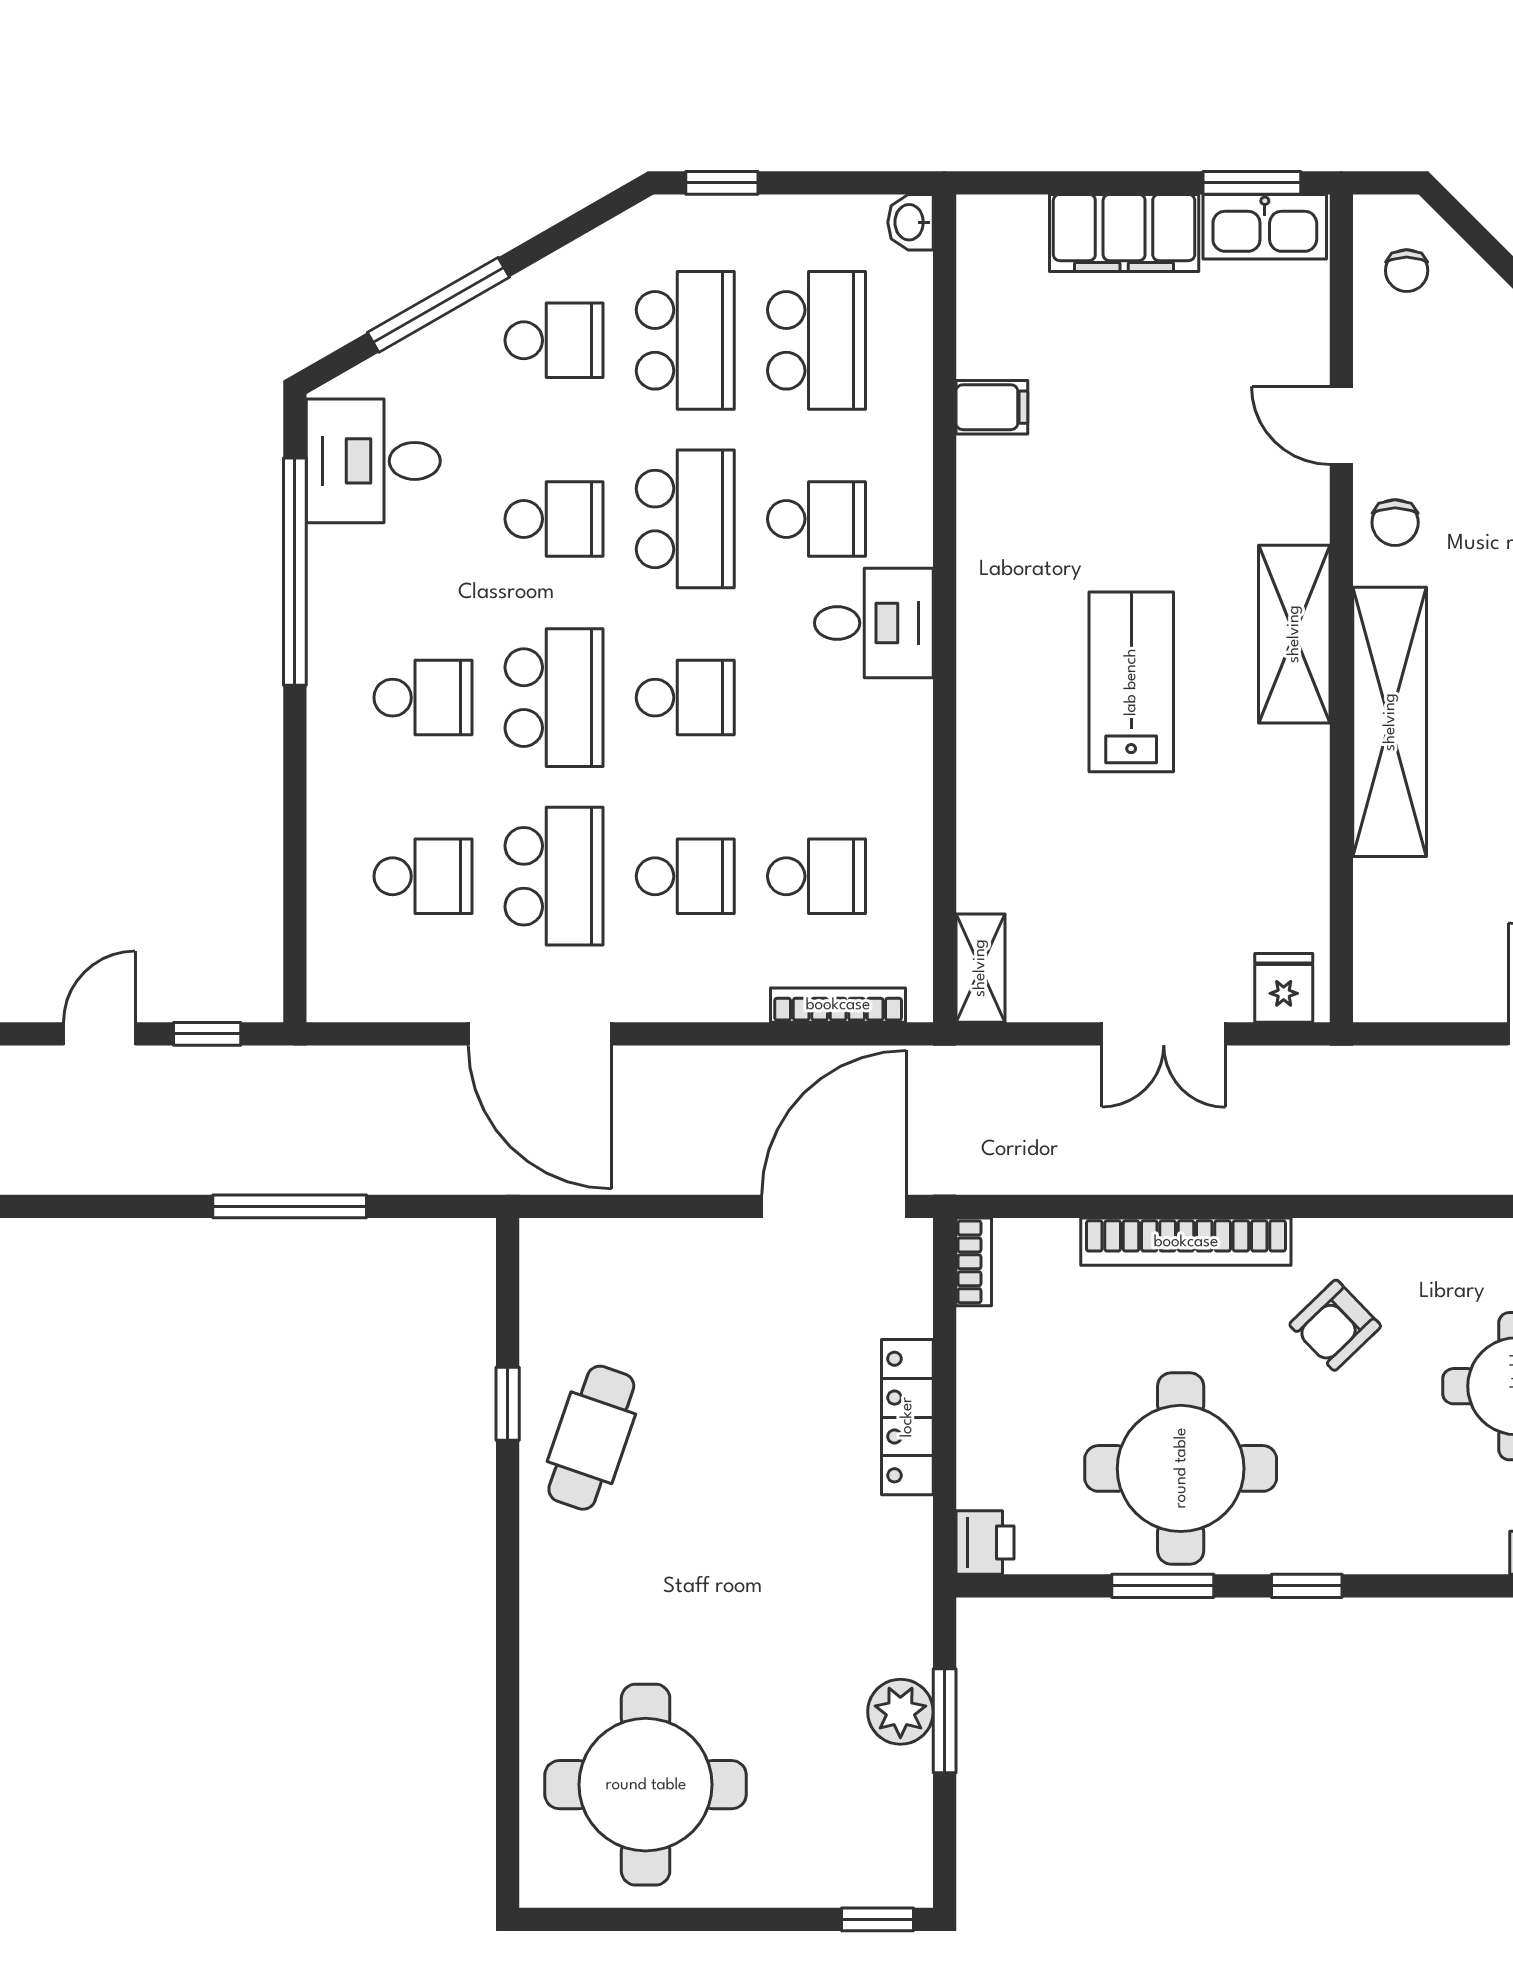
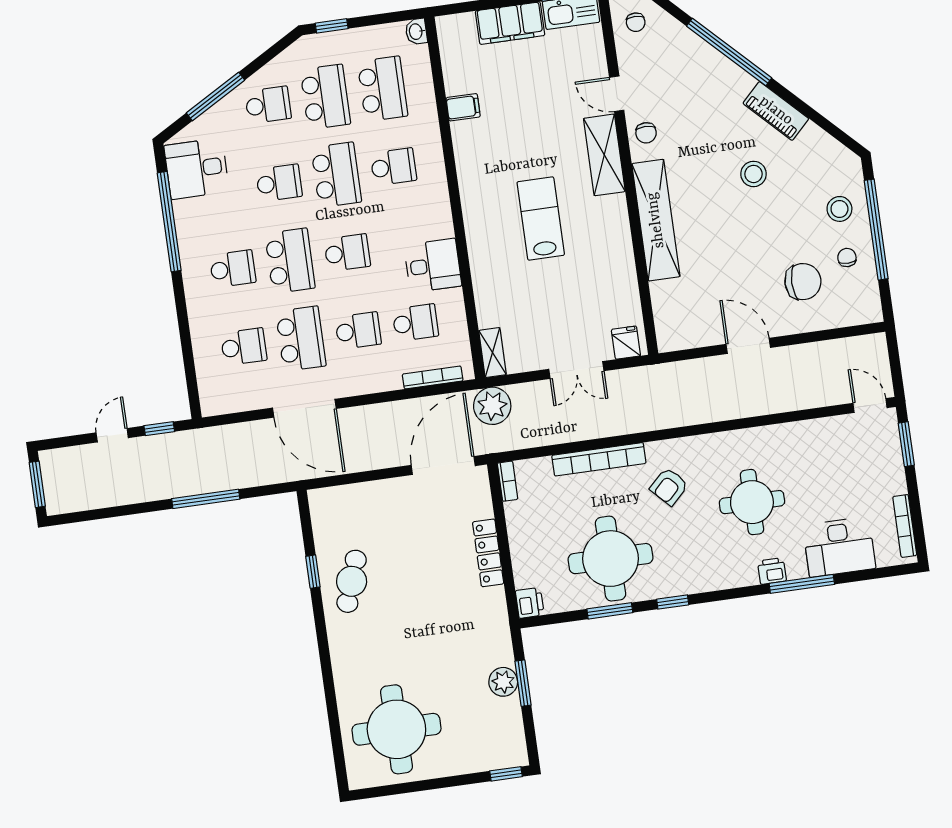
desk: (874, 623) -> (433, 265), moved
shelving: (1294, 634) -> (604, 155), moved
plant: (963, 1088) -> (492, 406), added

